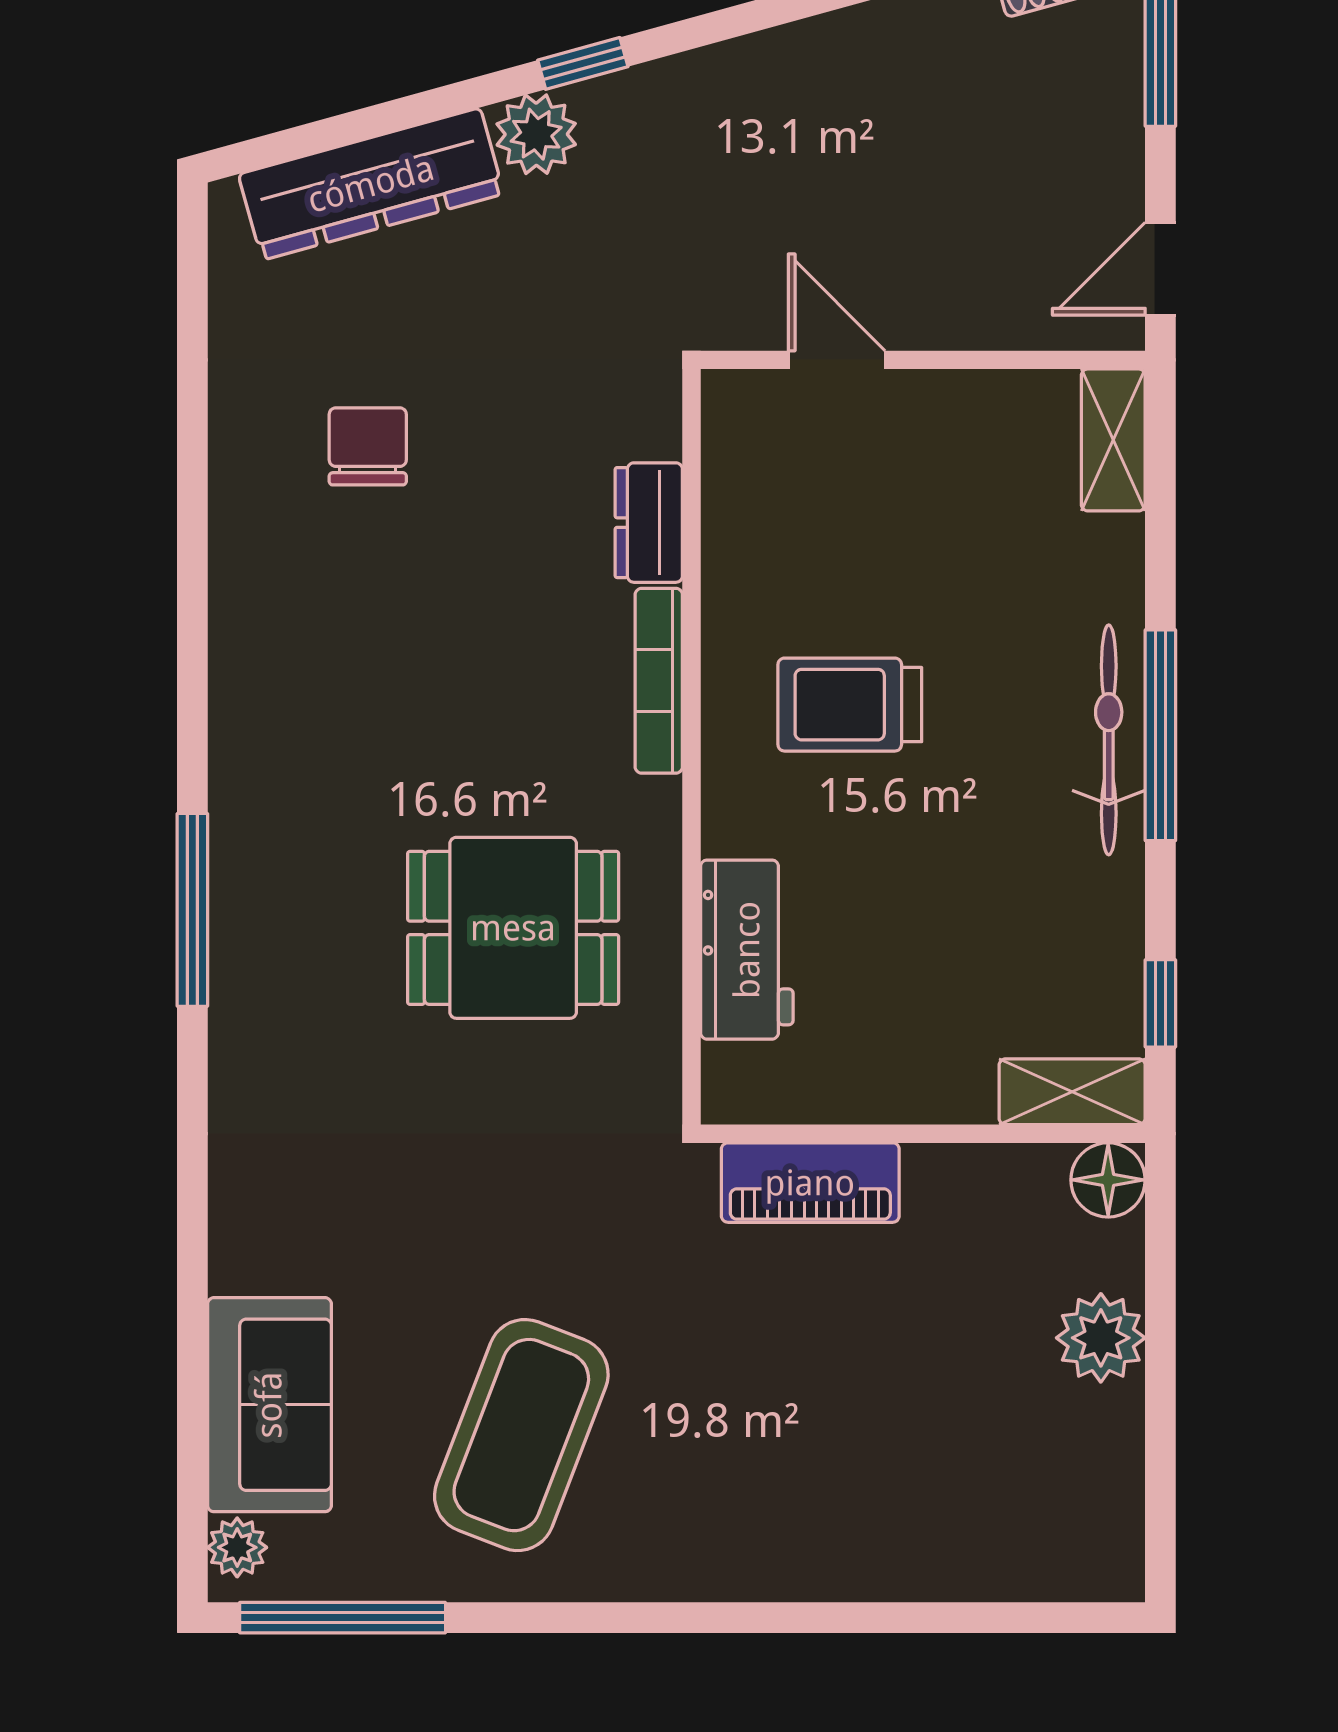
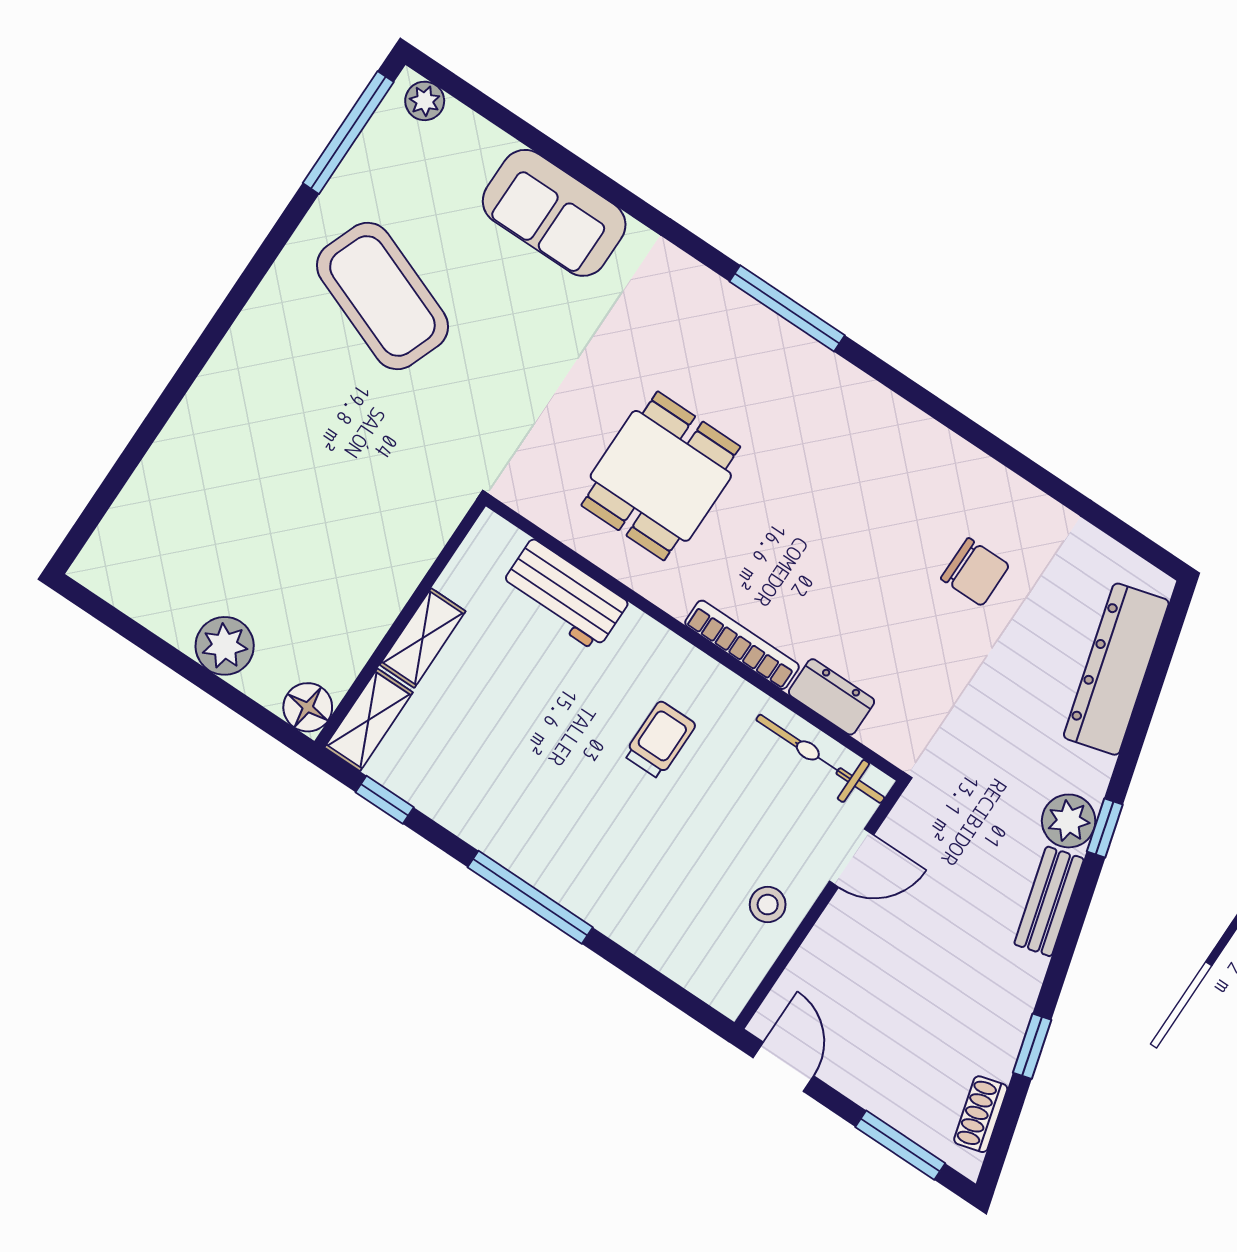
bench: (724, 72) -> (1049, 901), added
plant: (536, 134) -> (1069, 821), moved
stool: (967, 427) -> (768, 905), added
shelving: (1113, 440) -> (423, 638), moved, turned 90
trolley: (850, 705) -> (660, 740), width x0.73, depth x0.72
bicycle: (1109, 740) -> (820, 759), moved, turned 180
piano: (810, 1183) -> (415, 545), removed
sofa: (269, 1405) -> (554, 213), moved

